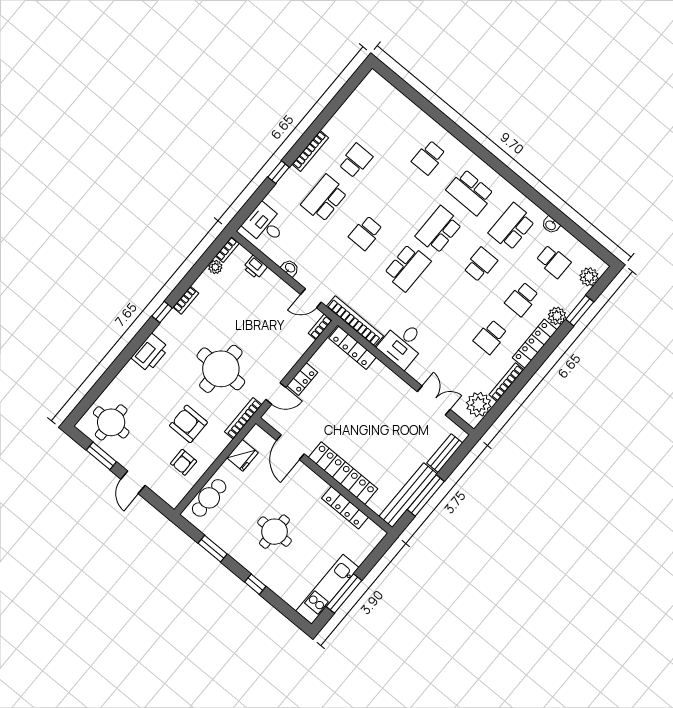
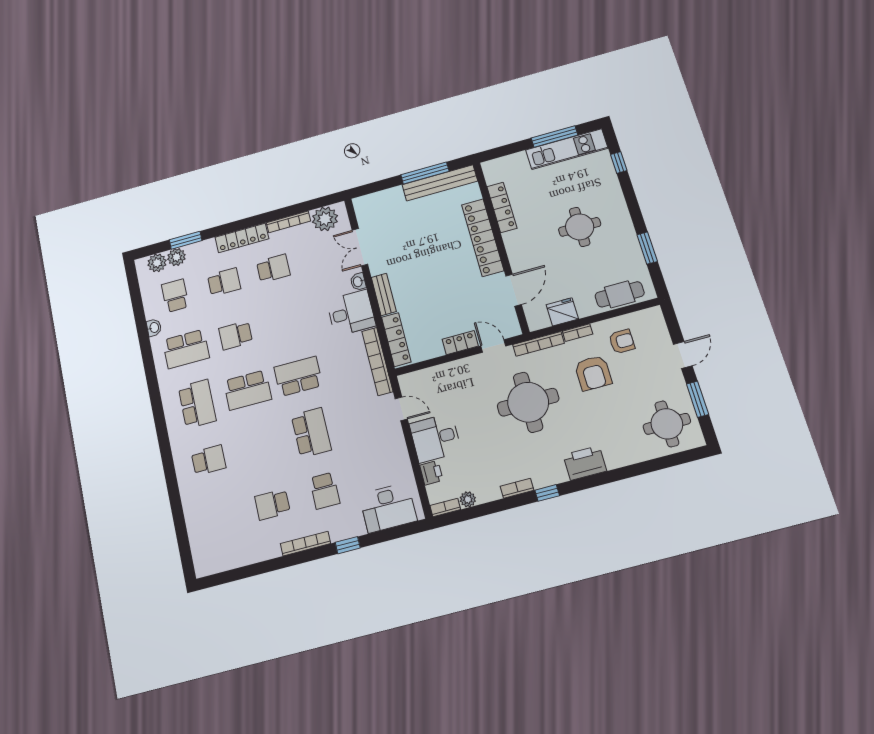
school desk: (324, 198) -> (325, 491), width x0.54
desk: (265, 224) -> (388, 508), width x1.37
school desk: (366, 233) -> (311, 433), width x1.85
washbasin: (290, 268) -> (358, 282), moved
desk: (270, 295) -> (435, 438), added
plant: (557, 316) -> (176, 257), moved
bookcase: (320, 327) -> (578, 333), moved
bench: (445, 453) -> (384, 294), moved, turned 90
window: (255, 584) -> (619, 162), moved

